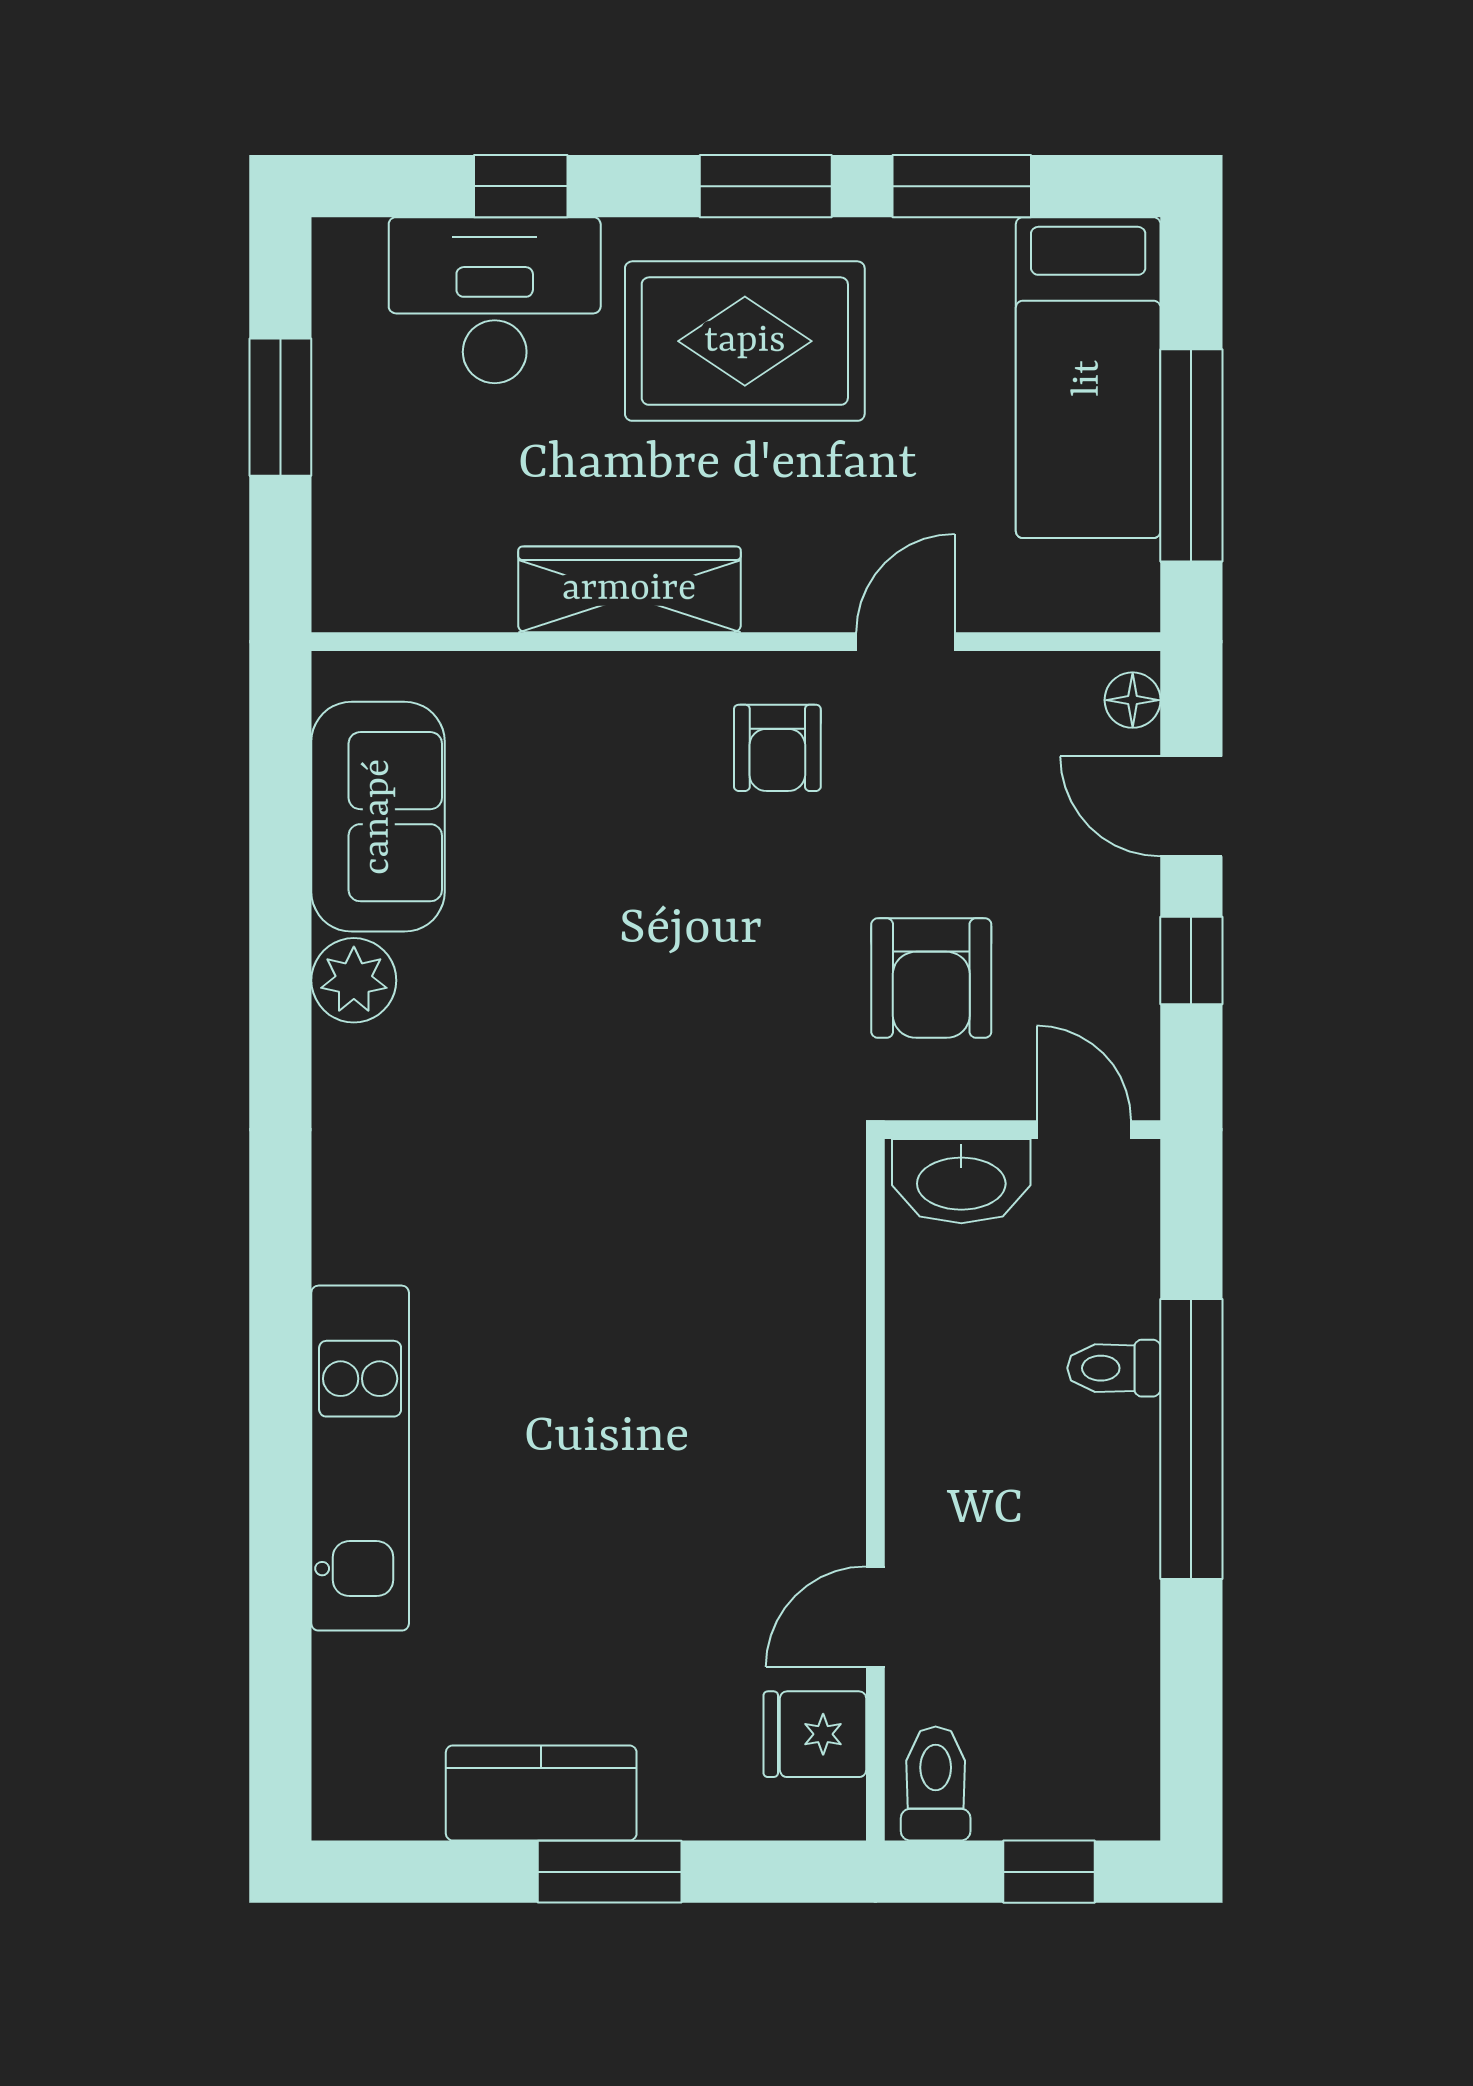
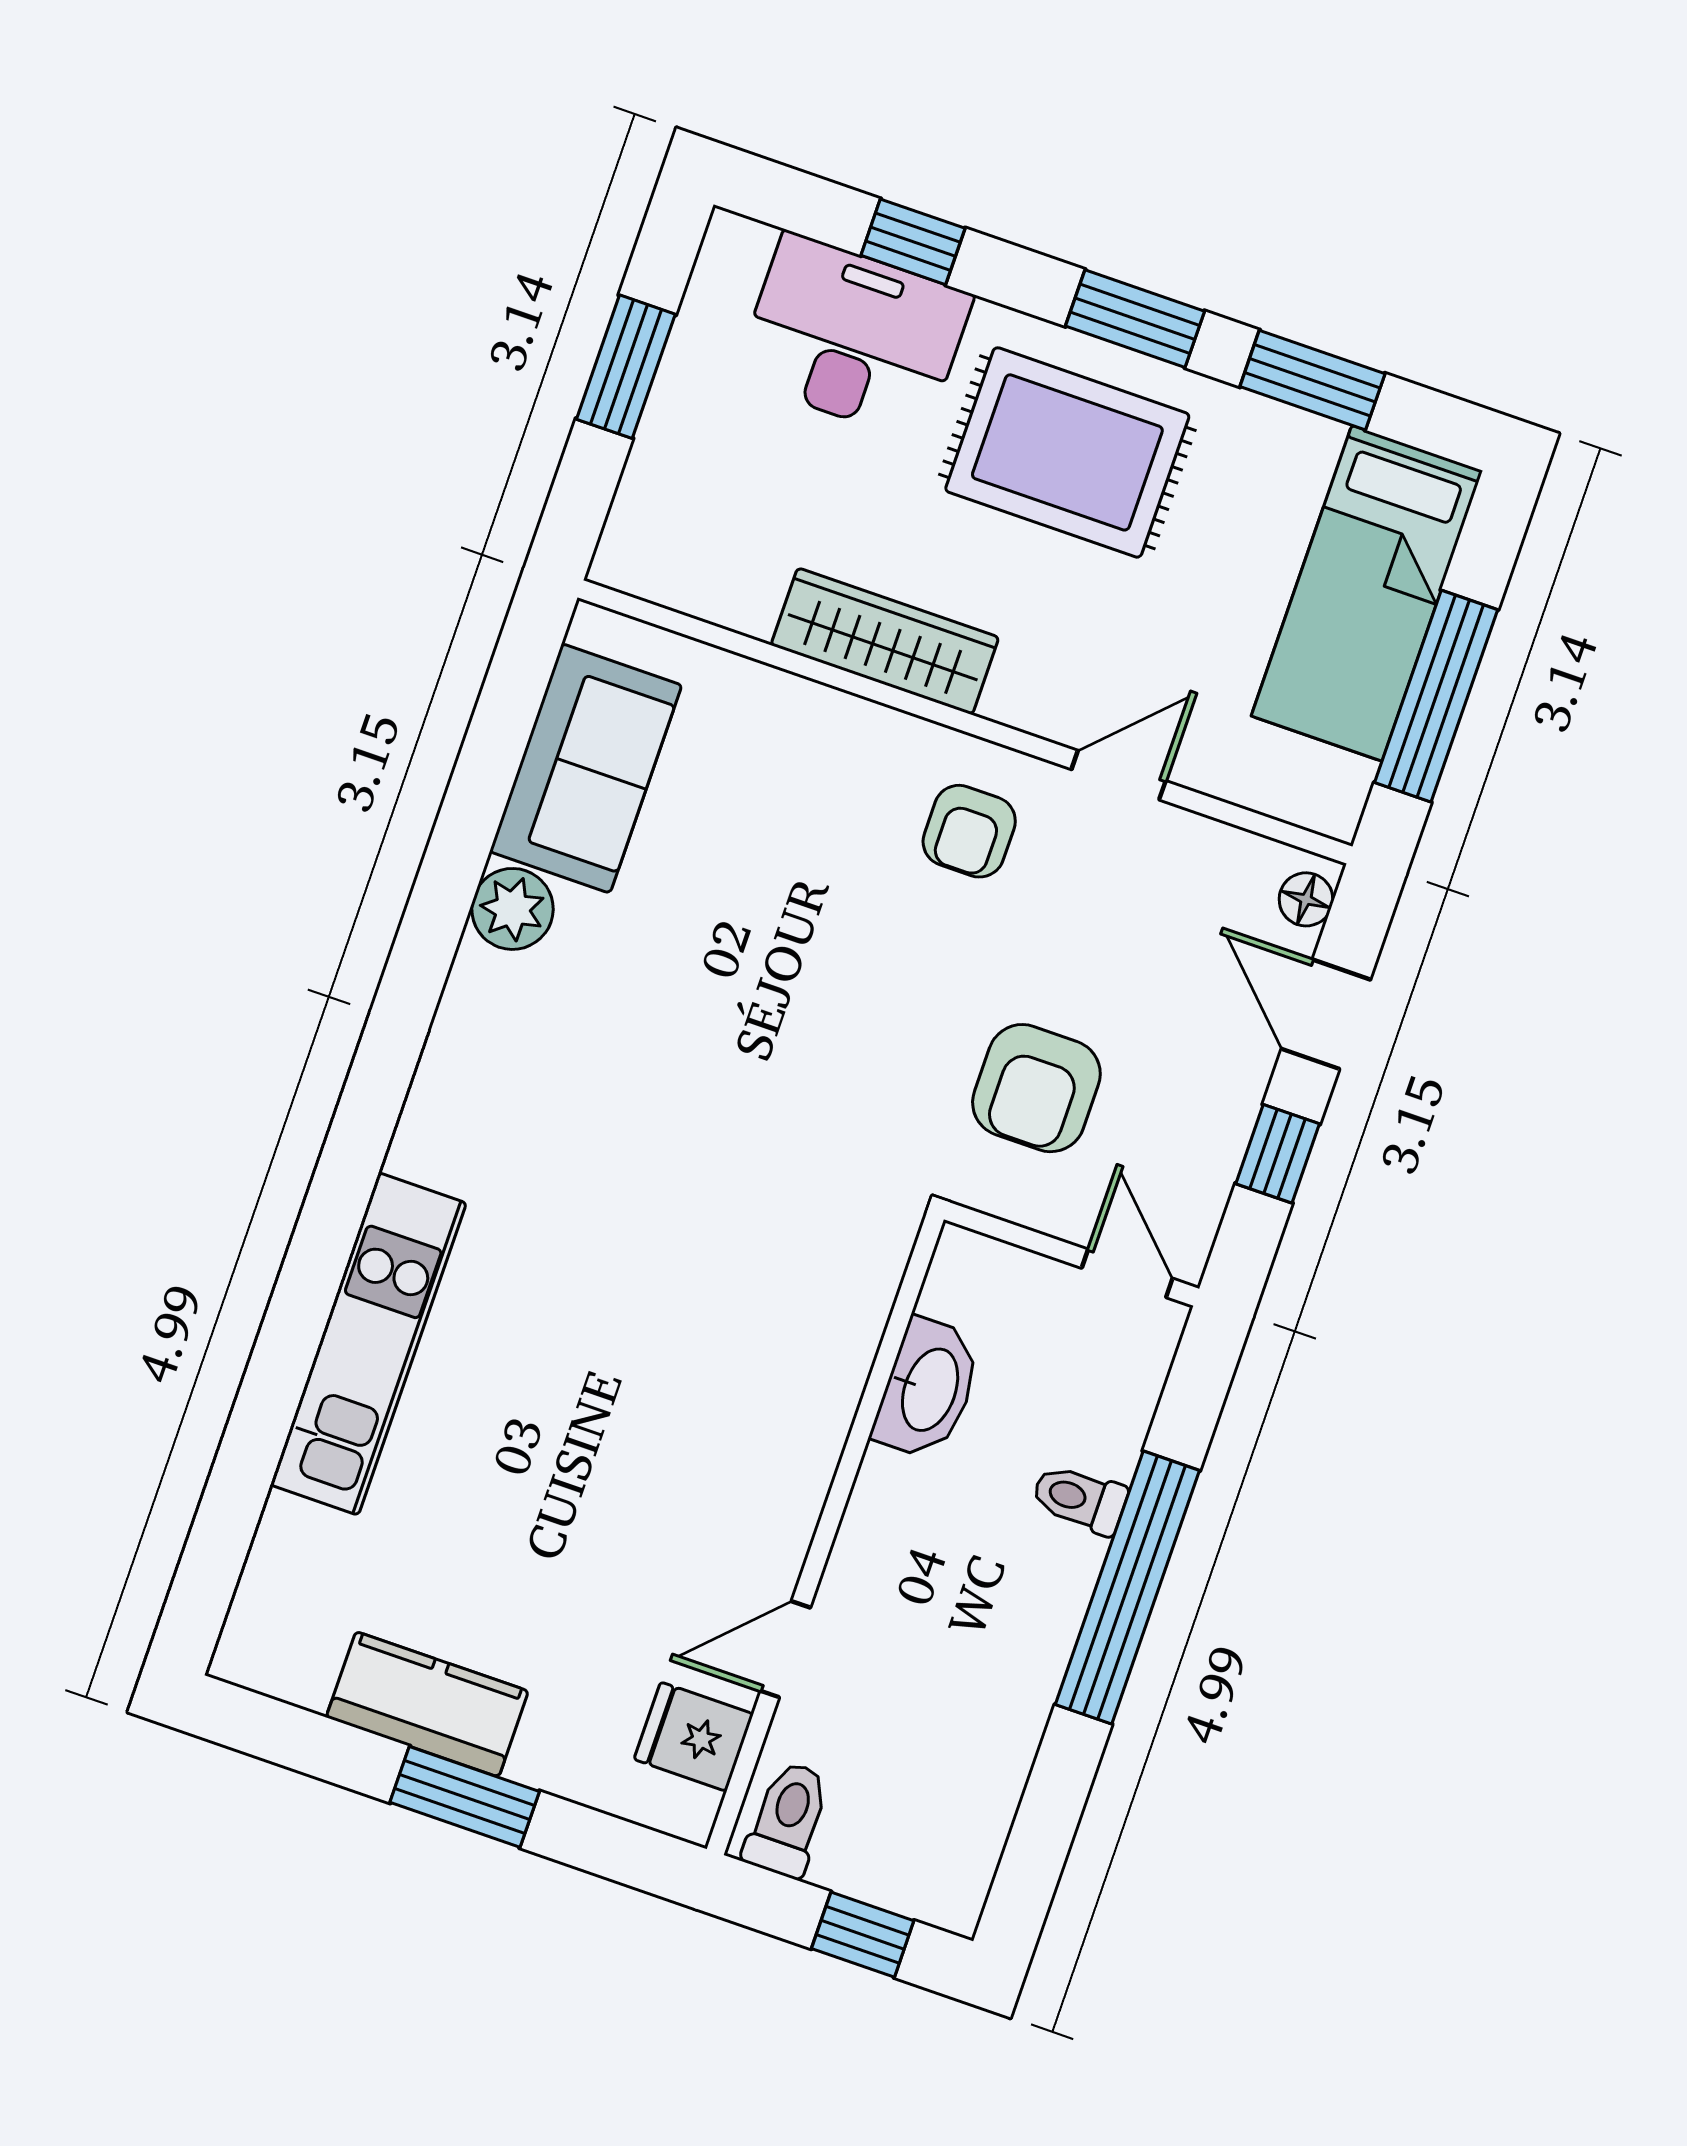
washbasin: (961, 1181) -> (928, 1389), moved, turned -90

